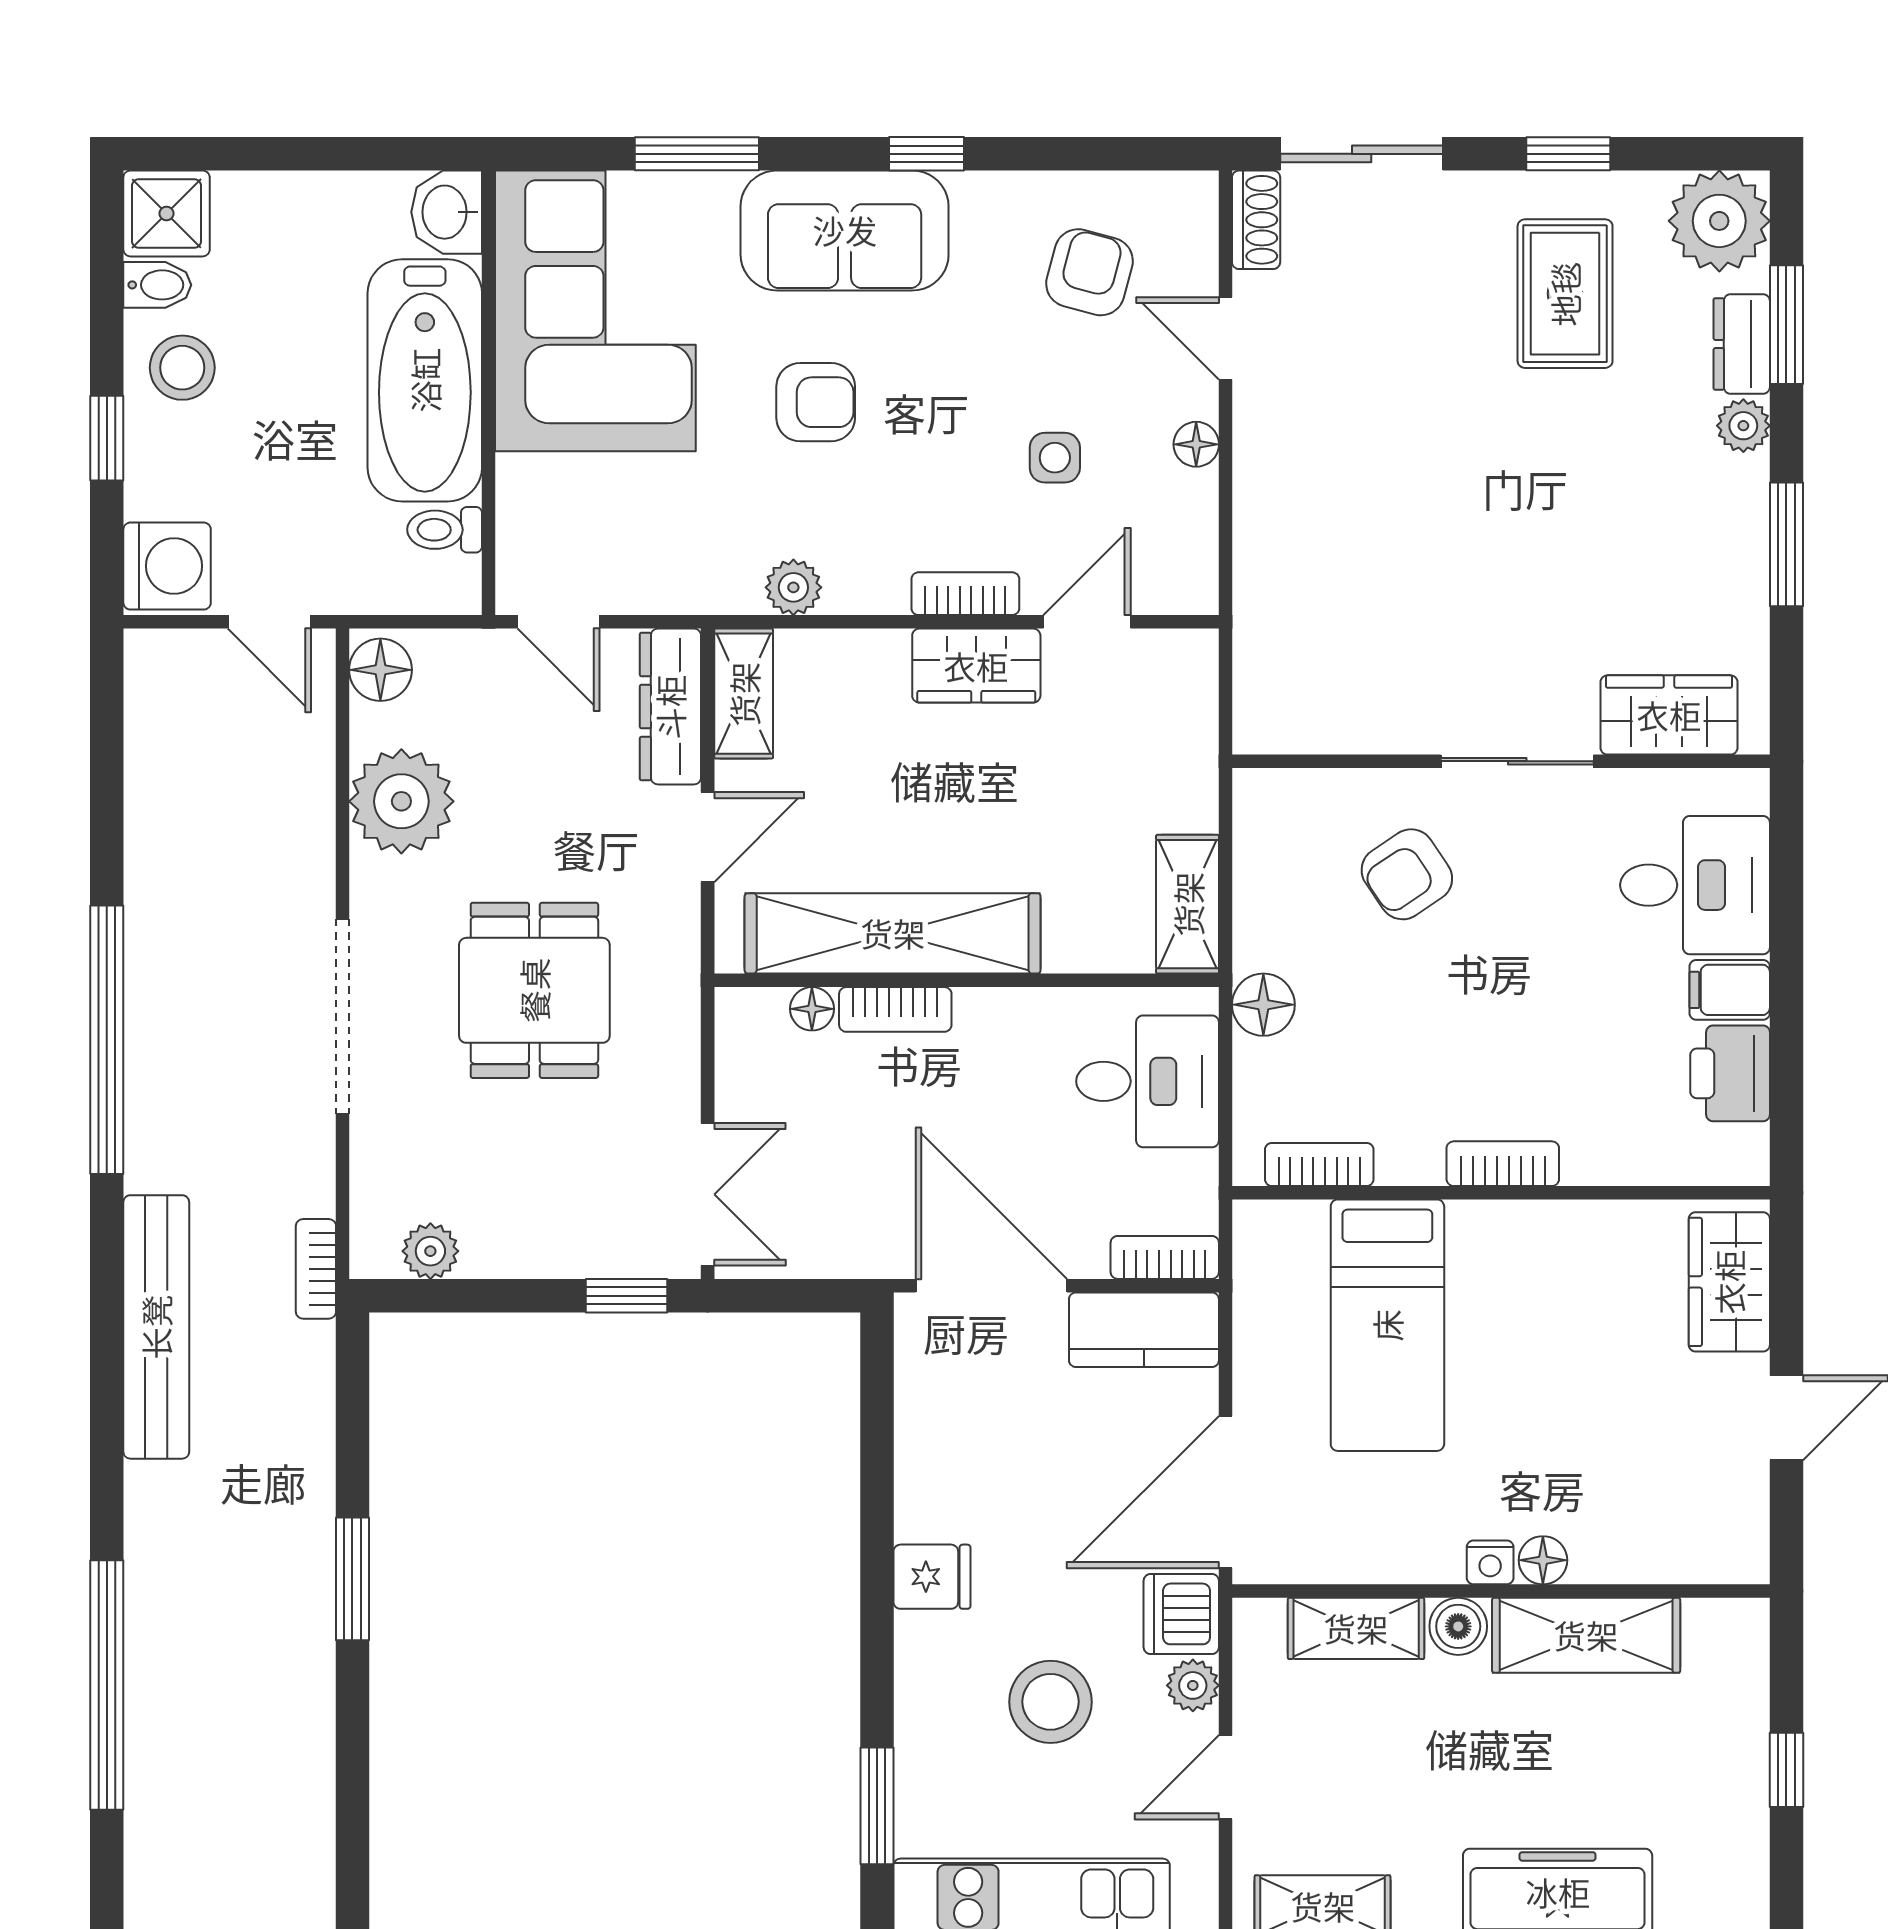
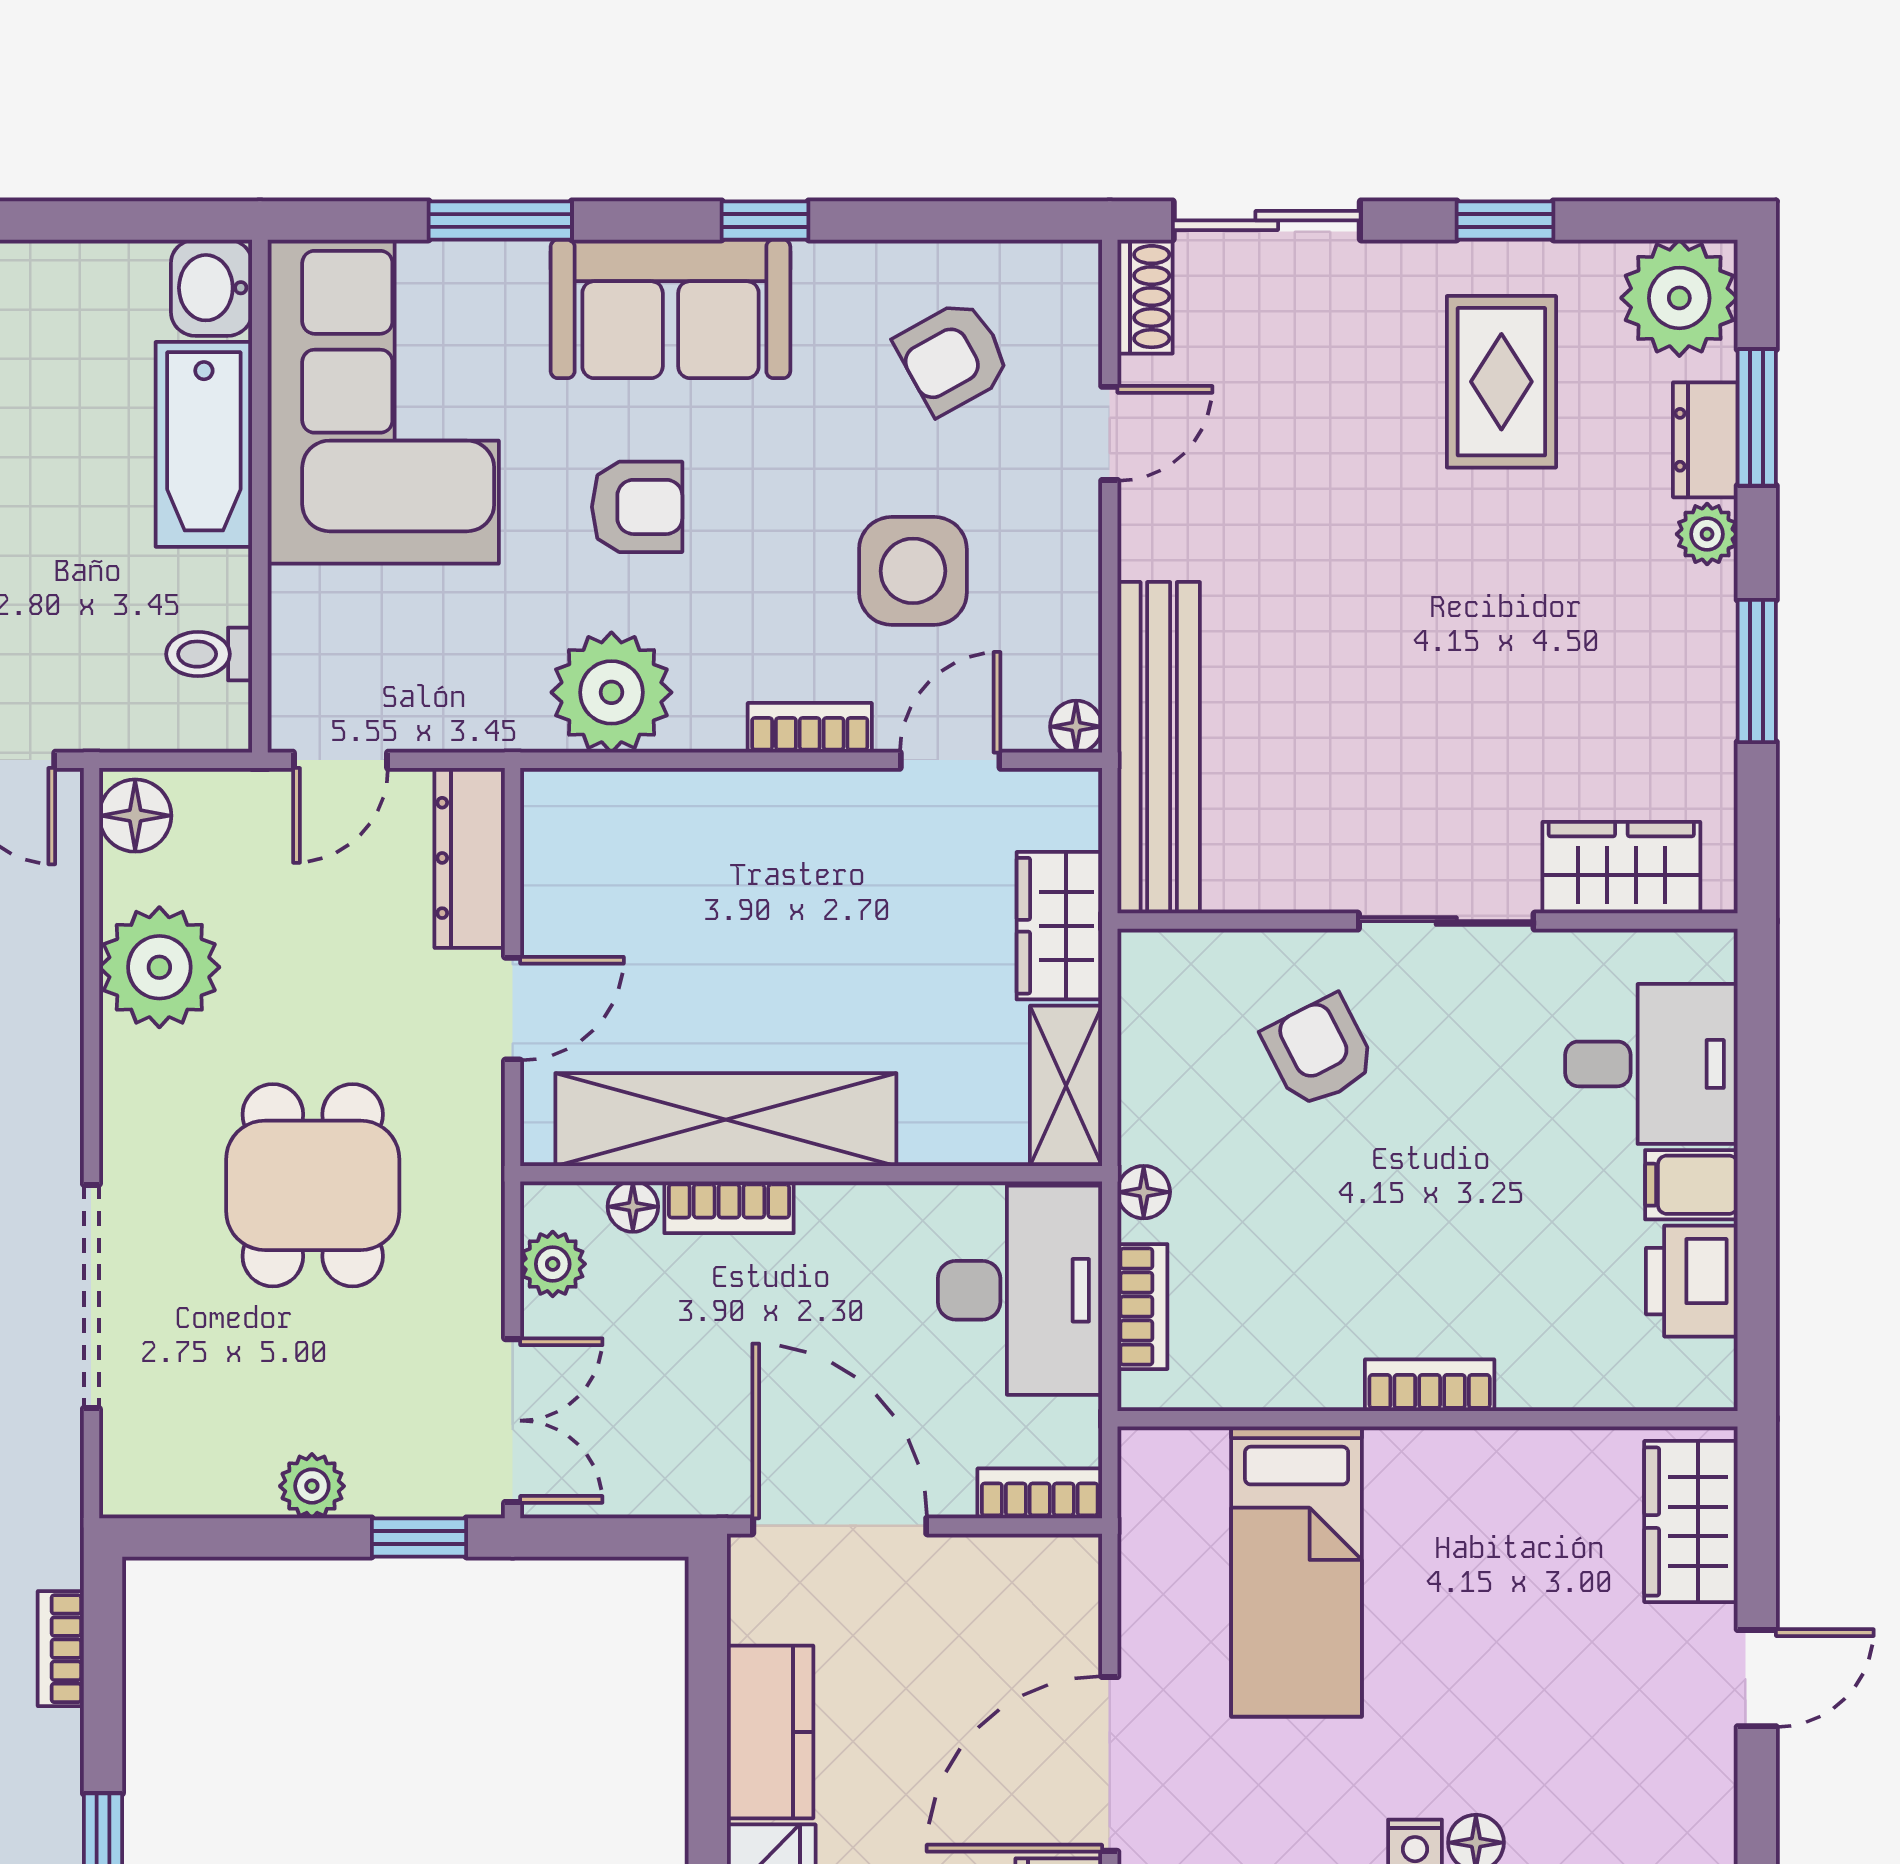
armchair: (1089, 272) -> (953, 357), turned -134
door: (1225, 338) -> (1110, 433), swing flipped
bathtub: (425, 380) -> (204, 444), width x0.73, depth x0.73
floor lamp: (1196, 444) -> (1076, 727), moved
side table: (1055, 458) -> (913, 571), width x1.87, depth x1.87
plant: (793, 587) -> (611, 692), width x1.87, depth x1.87
bench: (1268, 611) -> (1159, 748), added
door: (558, 622) -> (340, 760), hinge flipped
wardrobe: (976, 666) -> (1059, 926), moved, turned 90
shelving: (744, 694) -> (554, 843), removed
armchair: (1407, 874) -> (1319, 1051), turned 97
floor lamp: (1263, 1005) -> (1144, 1192), width x0.73, depth x0.73
doorway: (343, 1016) -> (91, 1296), moved
plant: (742, 1059) -> (553, 1264), added
desk: (1148, 1081) -> (1020, 1290), width x1.37
bookcase: (1319, 1164) -> (1142, 1307), moved, turned 90
plant: (430, 1251) -> (312, 1486), moved
bookcase: (316, 1269) -> (61, 1649), moved
kitchen counter: (1144, 1330) -> (770, 1732), moved, turned -90

